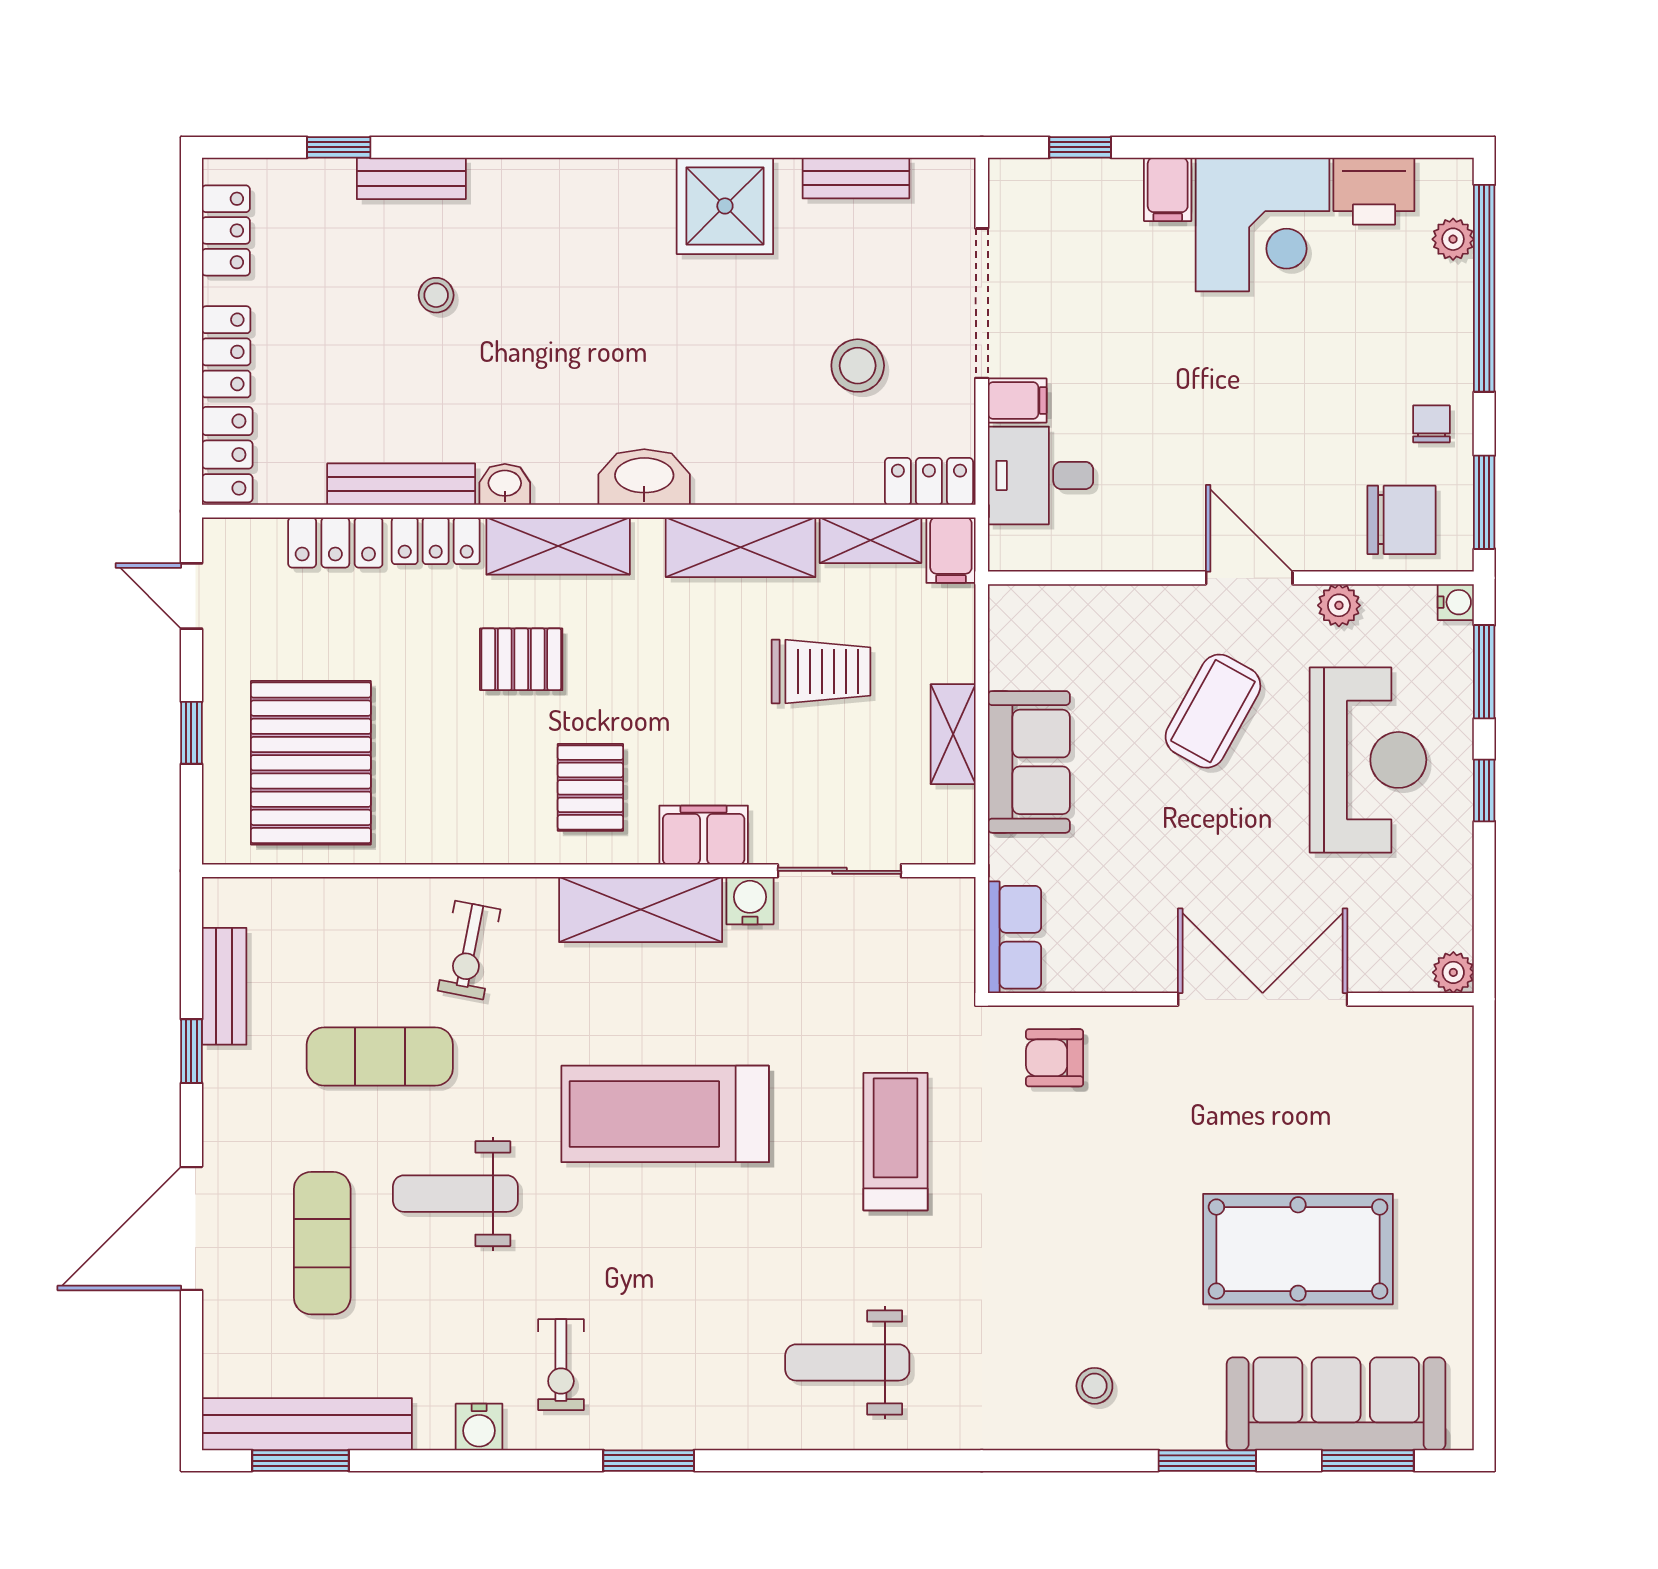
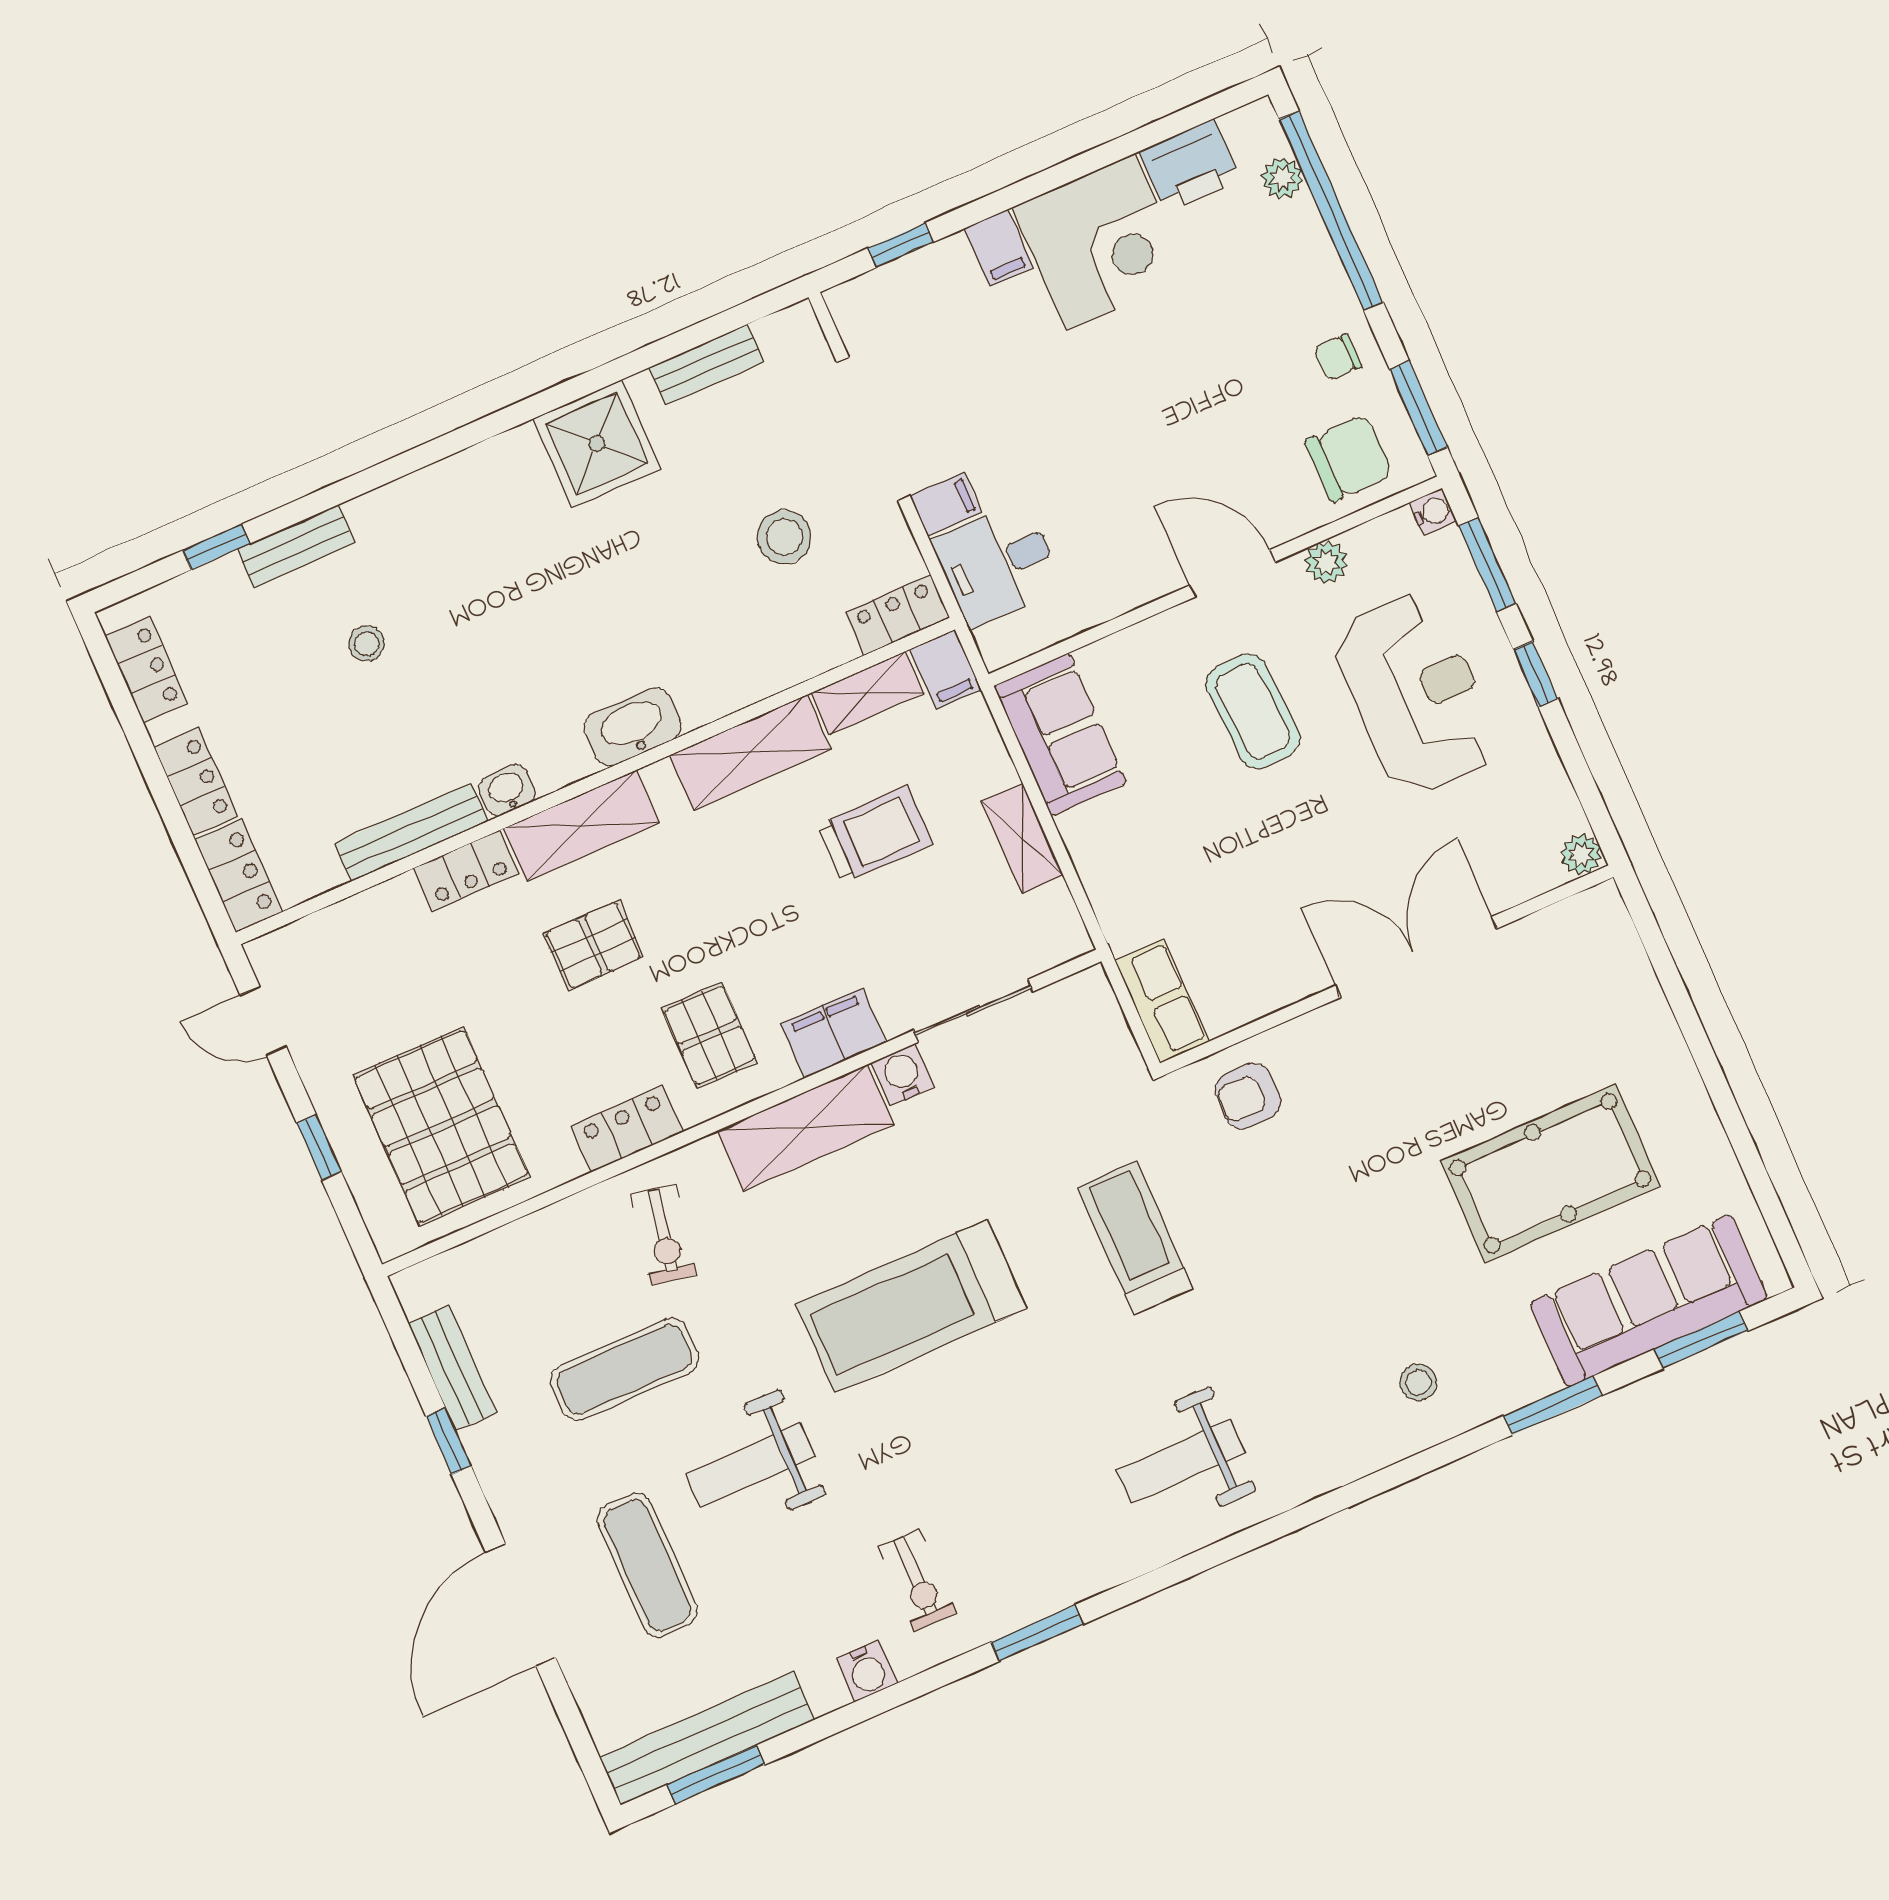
chair: (1431, 424) -> (1338, 357), turned -90
locker: (335, 542) -> (627, 1129), moved, turned 180
coffee table: (1213, 711) -> (1253, 711), turned -32
sofa: (1029, 762) -> (1060, 734), moved

